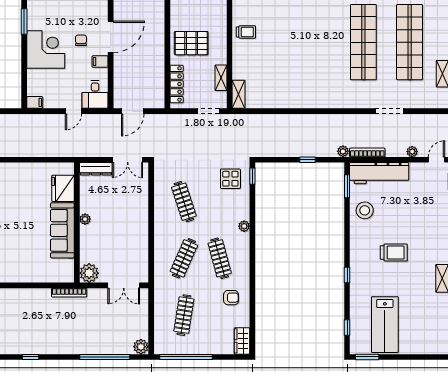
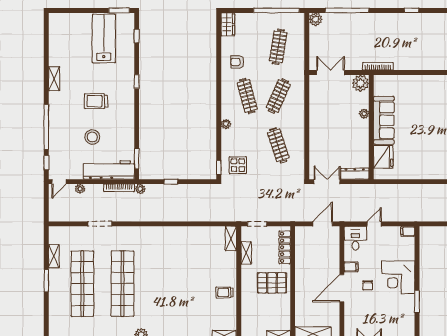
stool: (365, 210) -> (92, 137), moved
plant: (85, 219) -> (364, 114), moved

